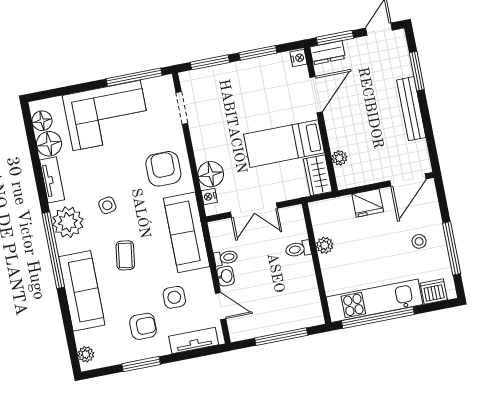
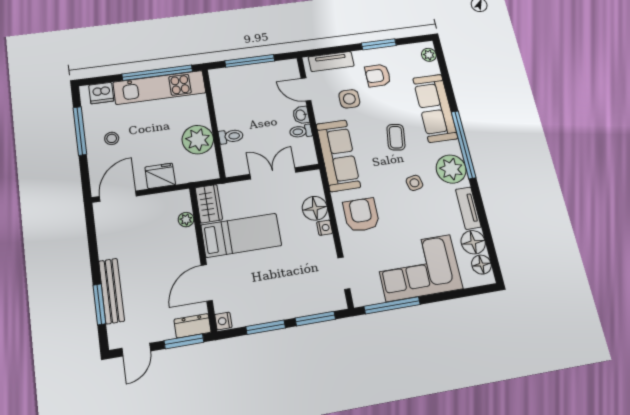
bench: (411, 109) -> (112, 291), moved
armchair: (163, 169) -> (361, 215), turned 180
nightstand: (209, 196) -> (325, 228), moved
plant: (325, 245) -> (198, 140), width x1.87, depth x1.87

